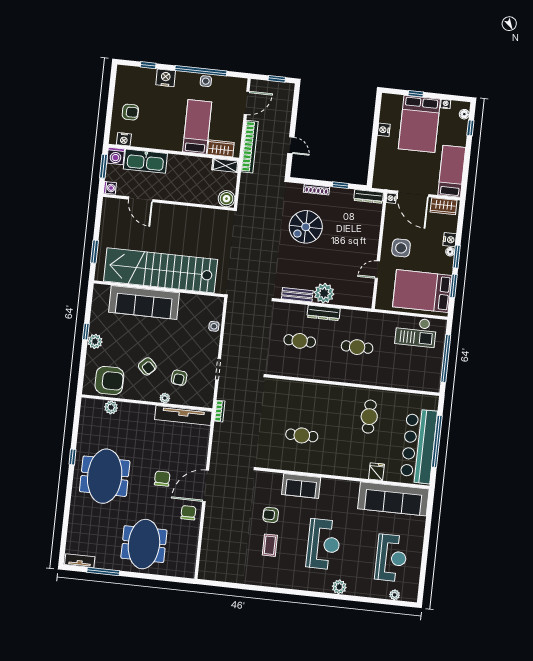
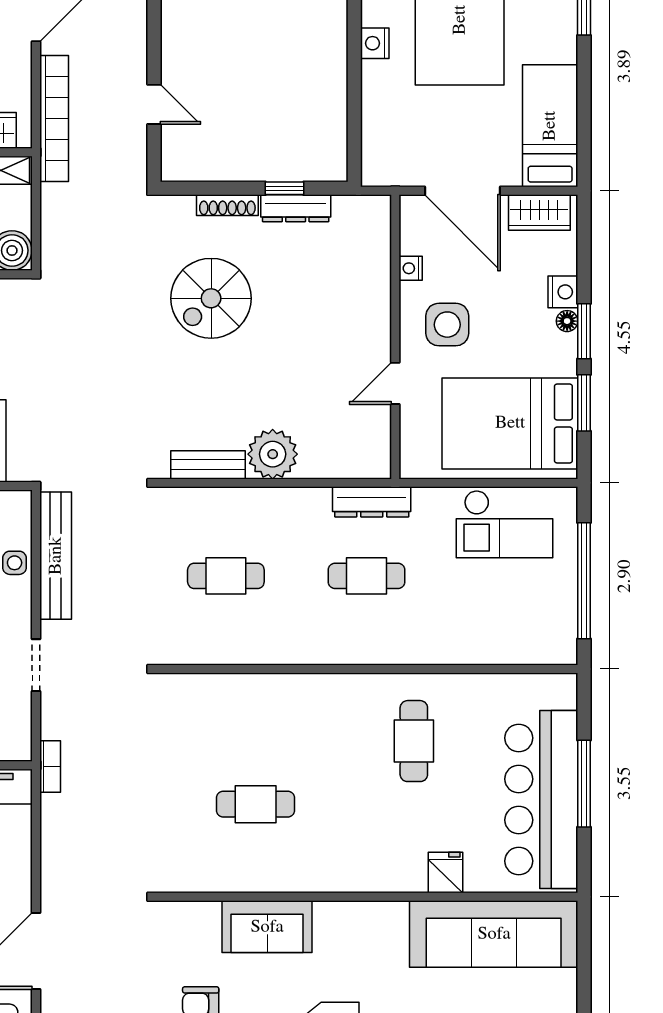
dresser: (368, 196) -> (296, 208), moved
nightstand: (391, 198) -> (411, 268), moved
dresser: (324, 313) -> (372, 502), moved
bench: (231, 325) -> (56, 556), added
window: (437, 441) -> (584, 784), width x0.68

